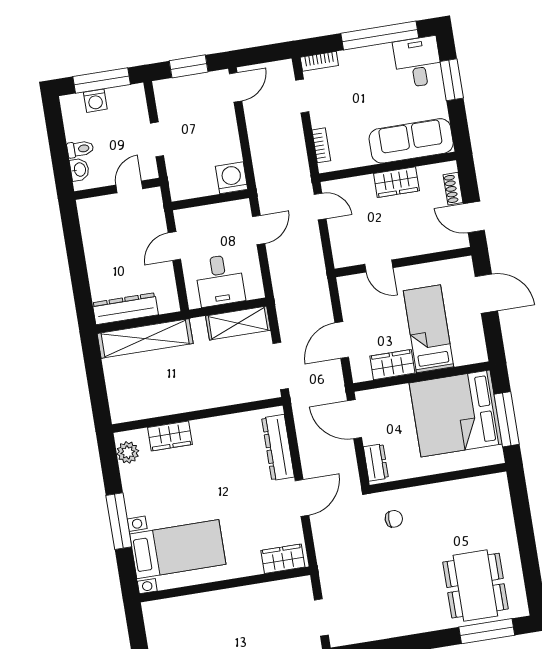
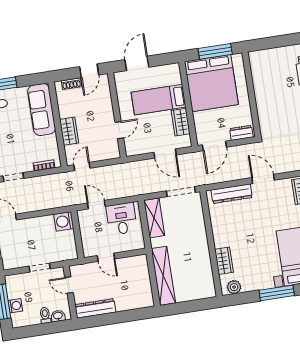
wardrobe: (396, 182) -> (69, 131), moved
desk: (220, 280) -> (122, 219), moved, turned -90
dresser: (125, 309) -> (95, 308), moved, turned 90
chair: (394, 519) -> (277, 122), removed

